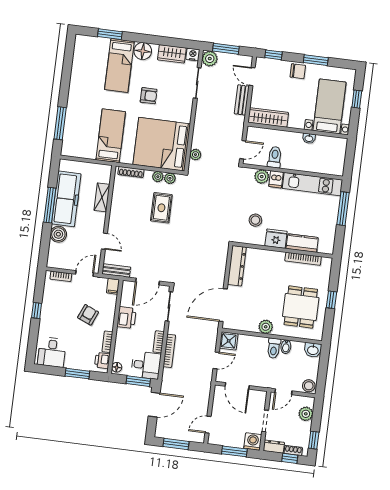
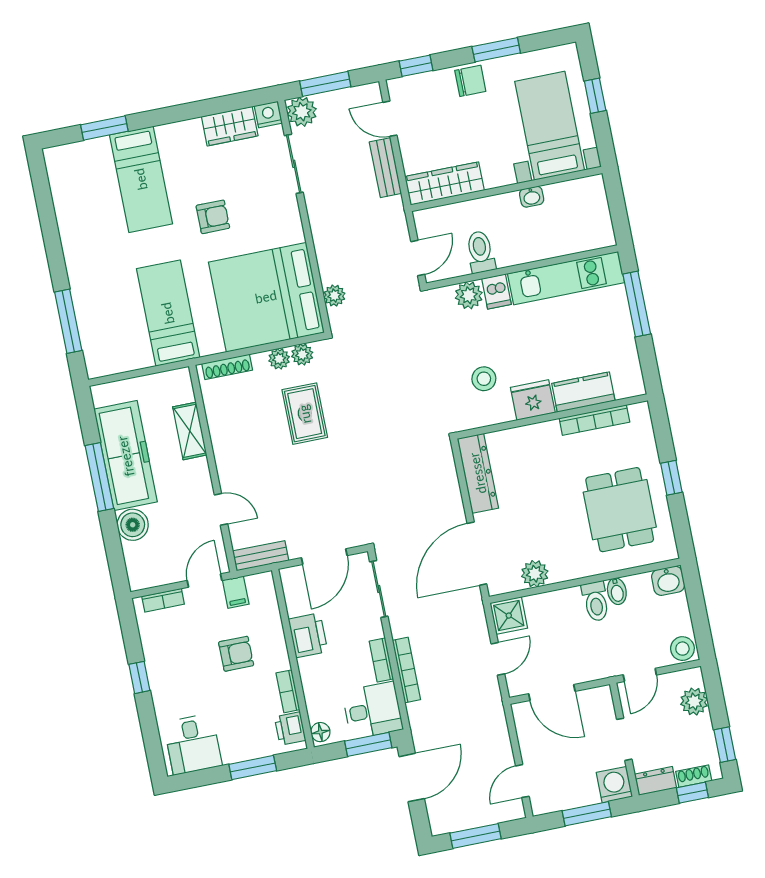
floor lamp: (143, 51) -> (175, 139), removed
filing cabinet: (113, 286) -> (236, 592), moved
armchair: (88, 315) -> (236, 654), turned 67
plant: (266, 327) -> (535, 574), moved

